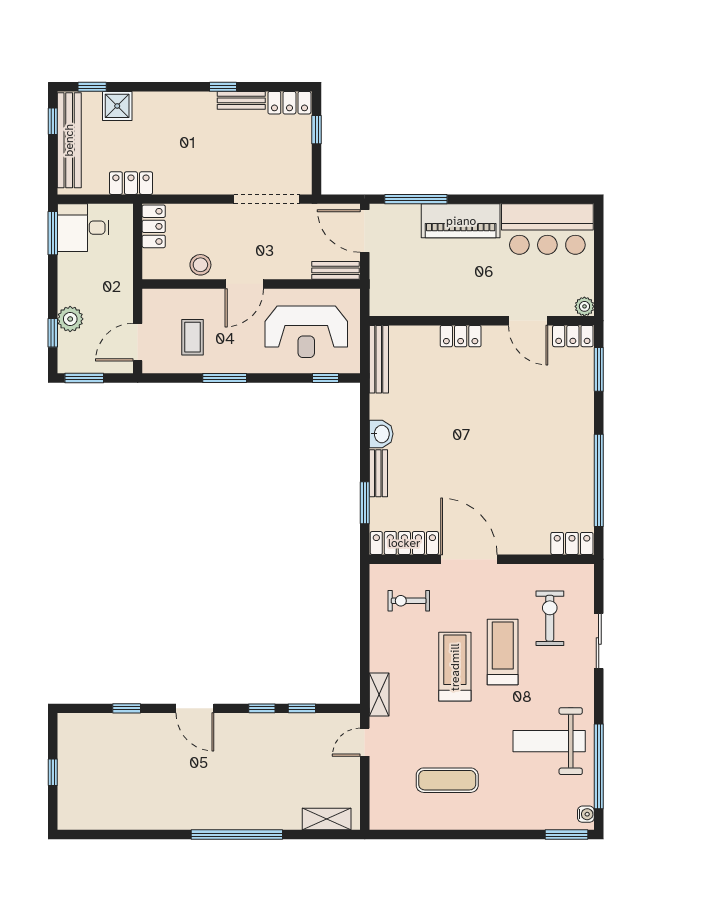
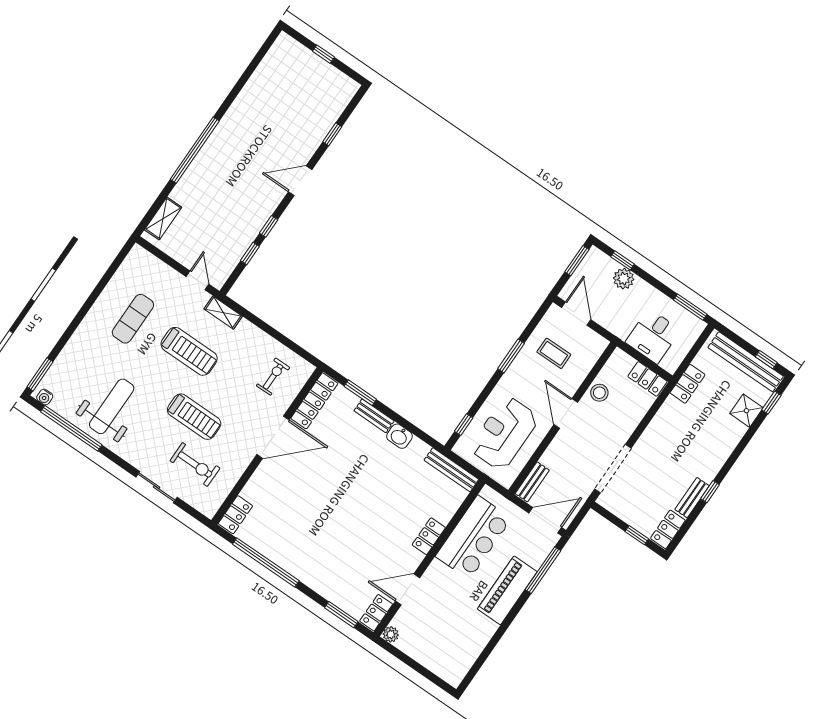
desk: (83, 228) -> (653, 336), moved, turned 180
bar counter: (547, 229) -> (473, 537), moved, turned 180
treadmill: (455, 667) -> (189, 351), moved

